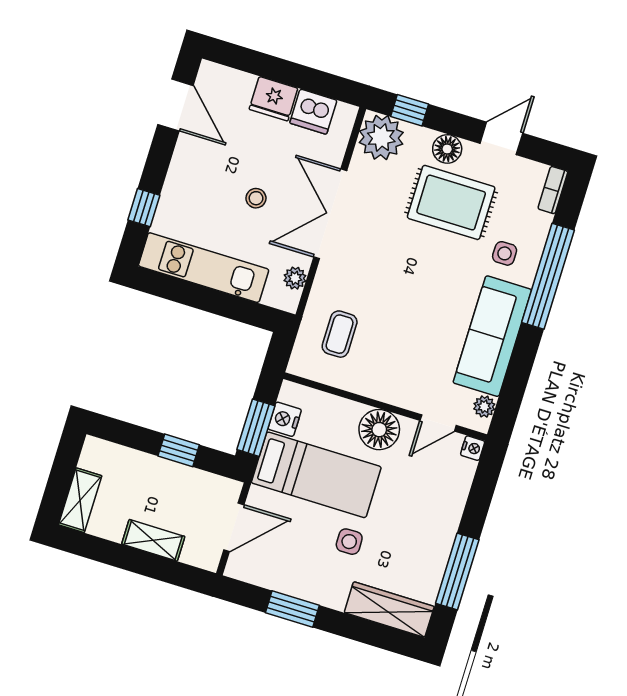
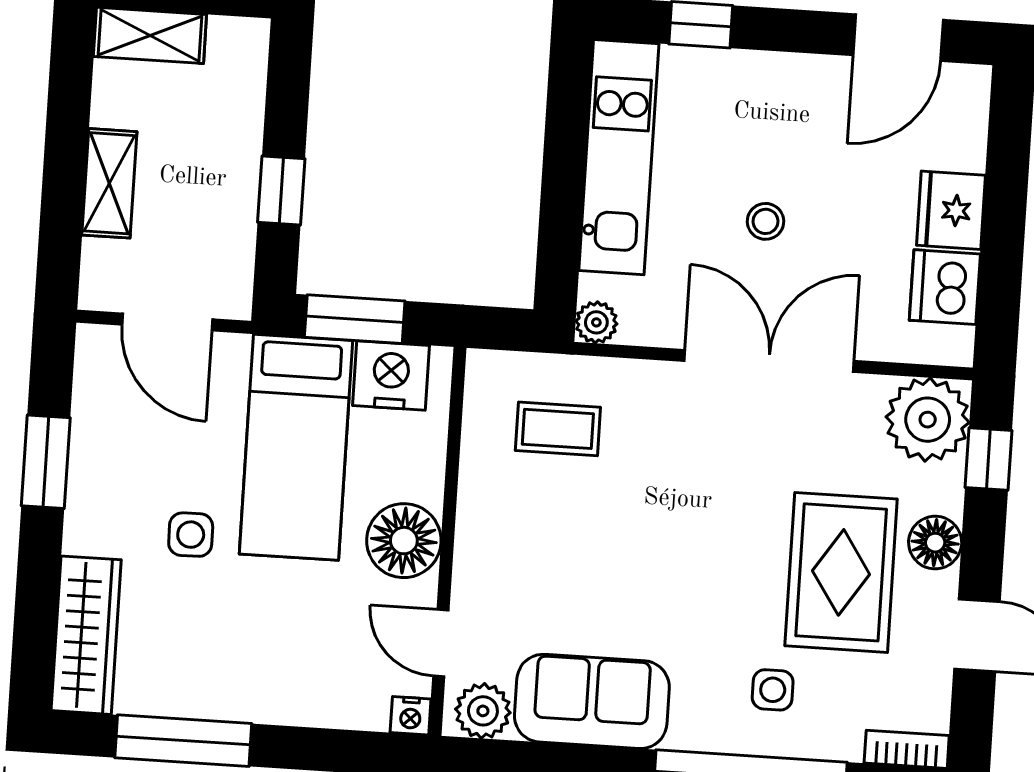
plant: (295, 278) -> (596, 322), moved
sofa: (492, 336) -> (592, 701), width x0.73
plant: (484, 407) -> (483, 711), width x1.38, depth x1.38
nightstand: (285, 419) -> (391, 376), width x1.36, depth x1.33

